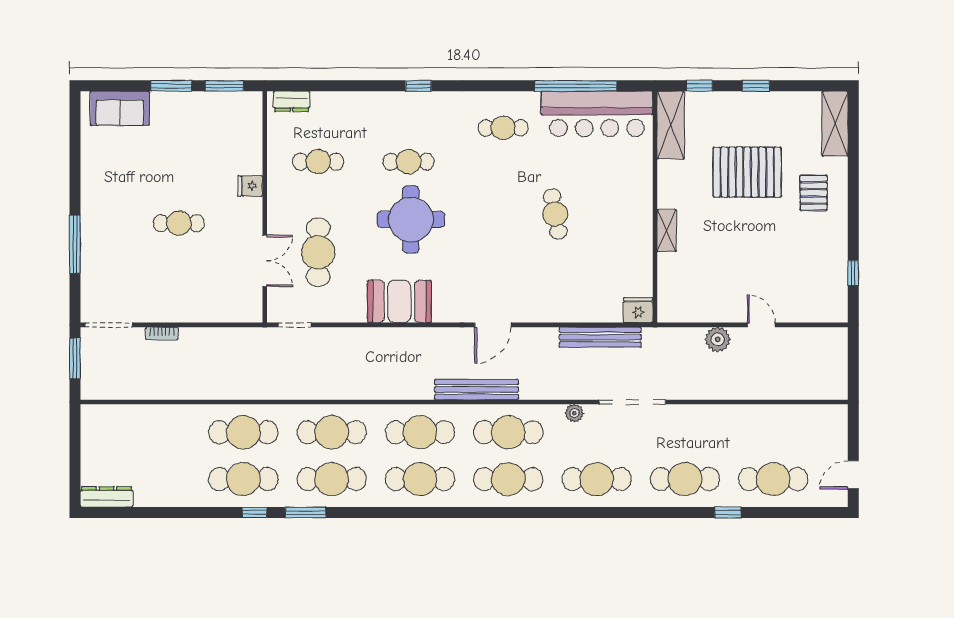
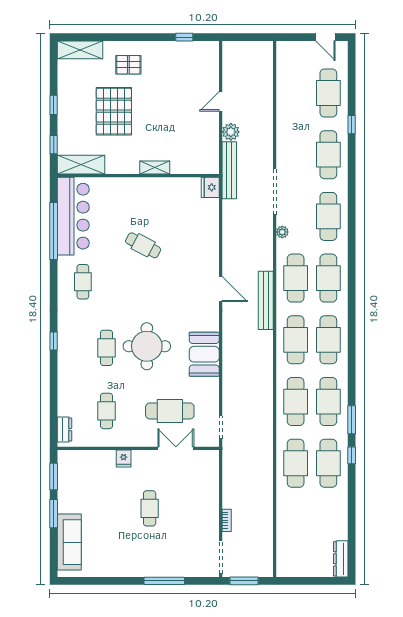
sofa: (120, 108) -> (69, 542), width x1.36
cafe table: (555, 214) -> (143, 245), turned 38
bench: (600, 337) -> (229, 170), moved

